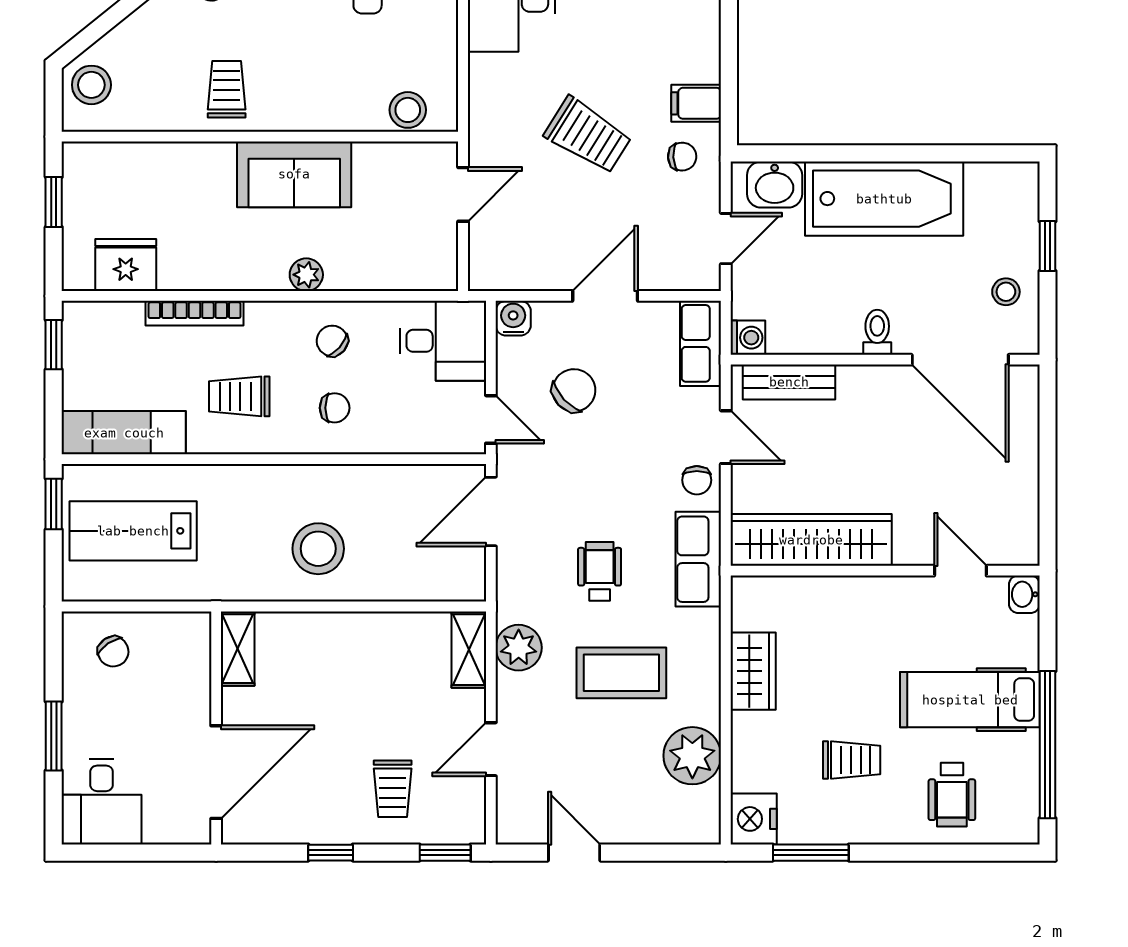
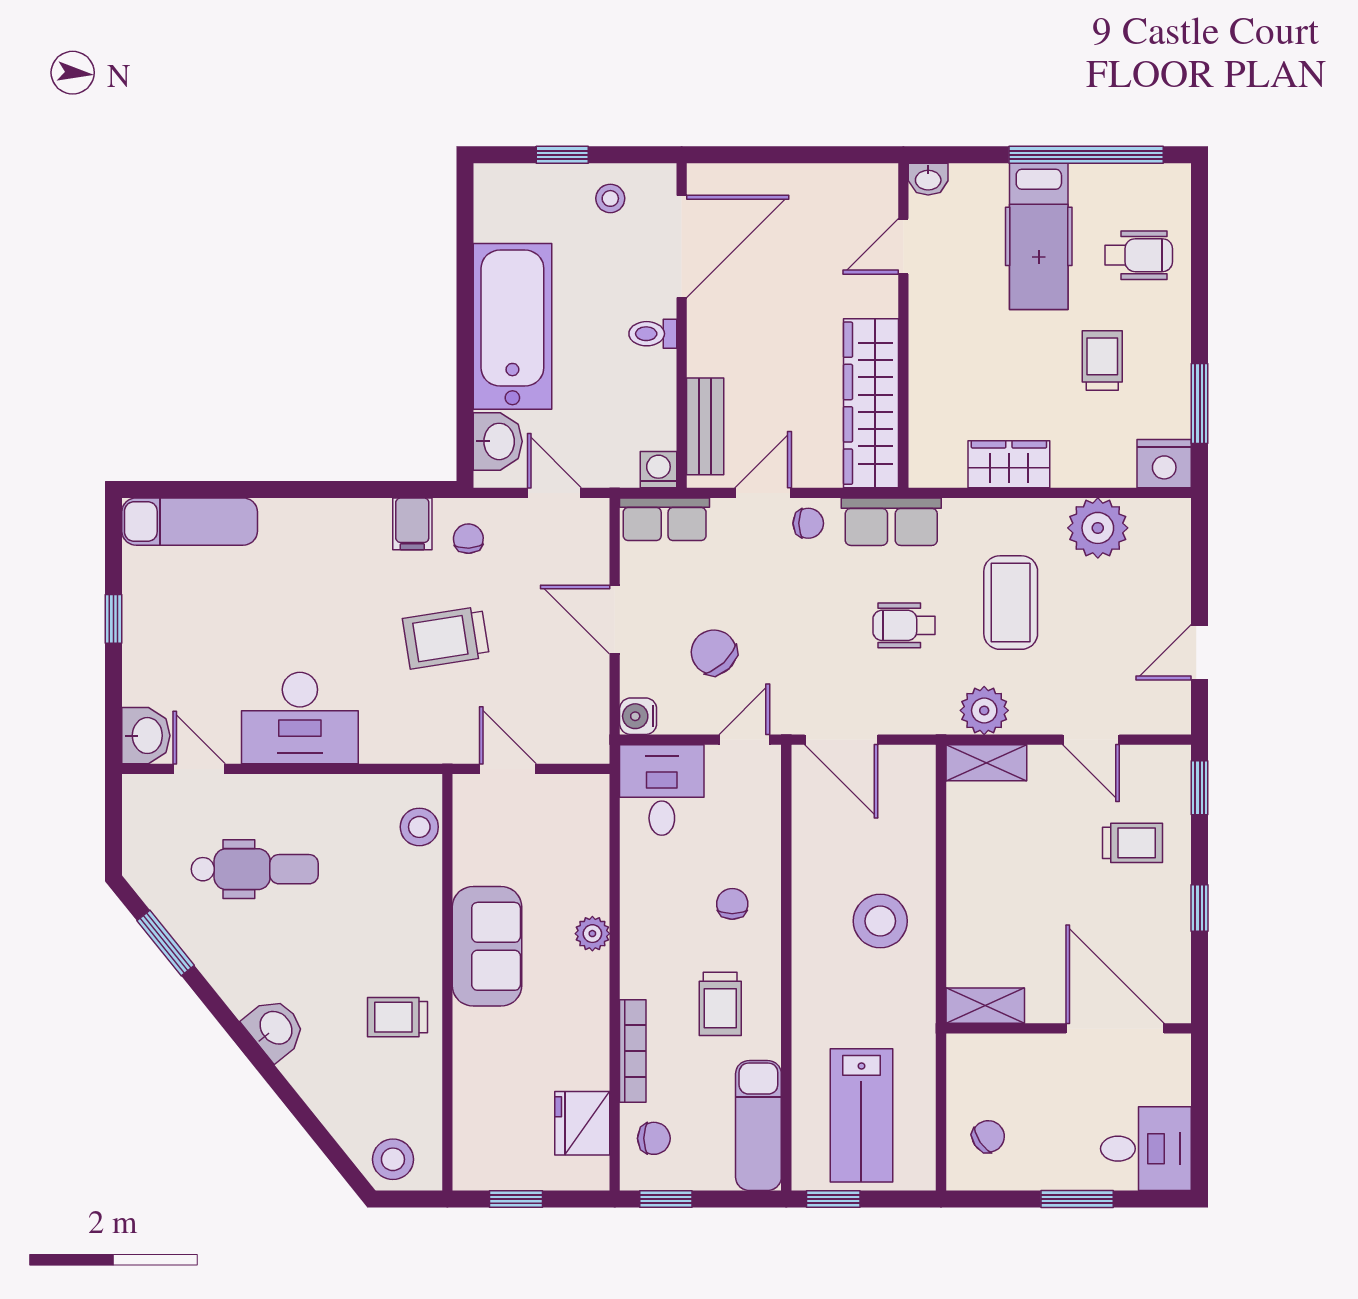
trolley: (588, 135) -> (446, 638), turned -131
chair: (332, 341) -> (654, 1138), moved, turned -131

